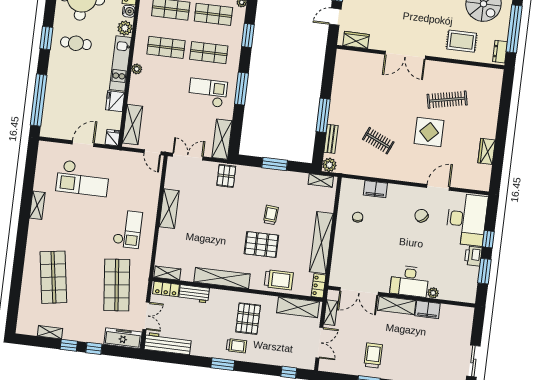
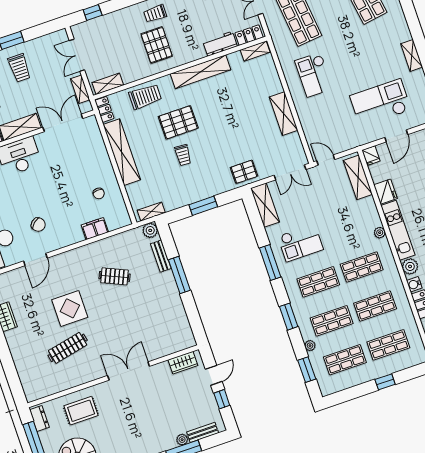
pallet: (226, 176) -> (244, 172), turned 90
trolley: (279, 280) -> (145, 97), turned 180
shelving: (298, 307) -> (108, 84), width x0.67, depth x0.75

